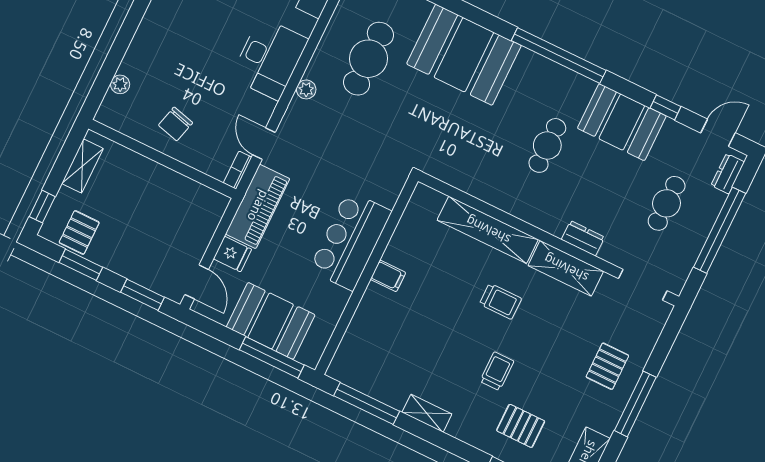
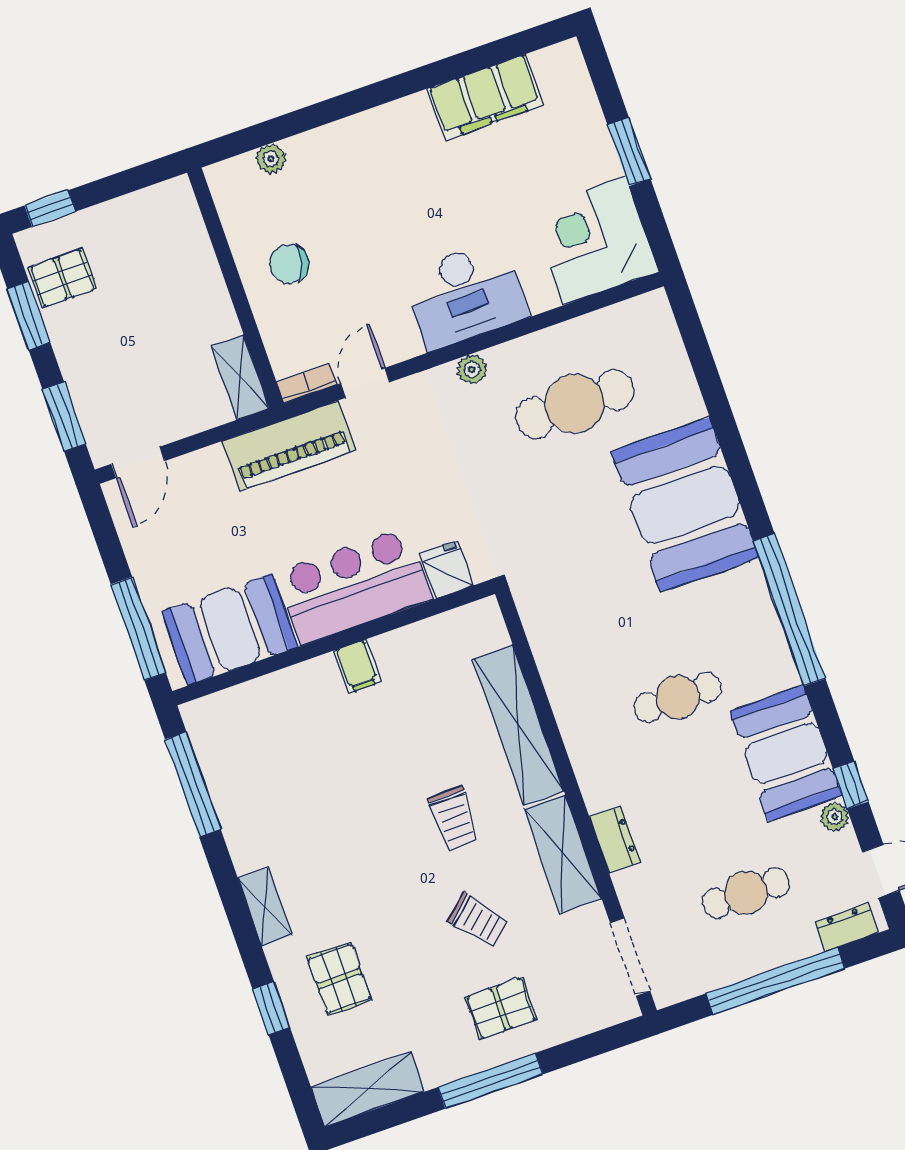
plant: (672, 129) -> (835, 817), added
shelving: (82, 166) -> (240, 377), moved, turned 90
fridge: (233, 254) -> (447, 569), moved, turned 180
booth: (271, 321) -> (230, 629), moved, turned 90
trolley: (497, 371) -> (478, 920), moved, turned 49
shelving: (427, 413) -> (265, 907), moved

